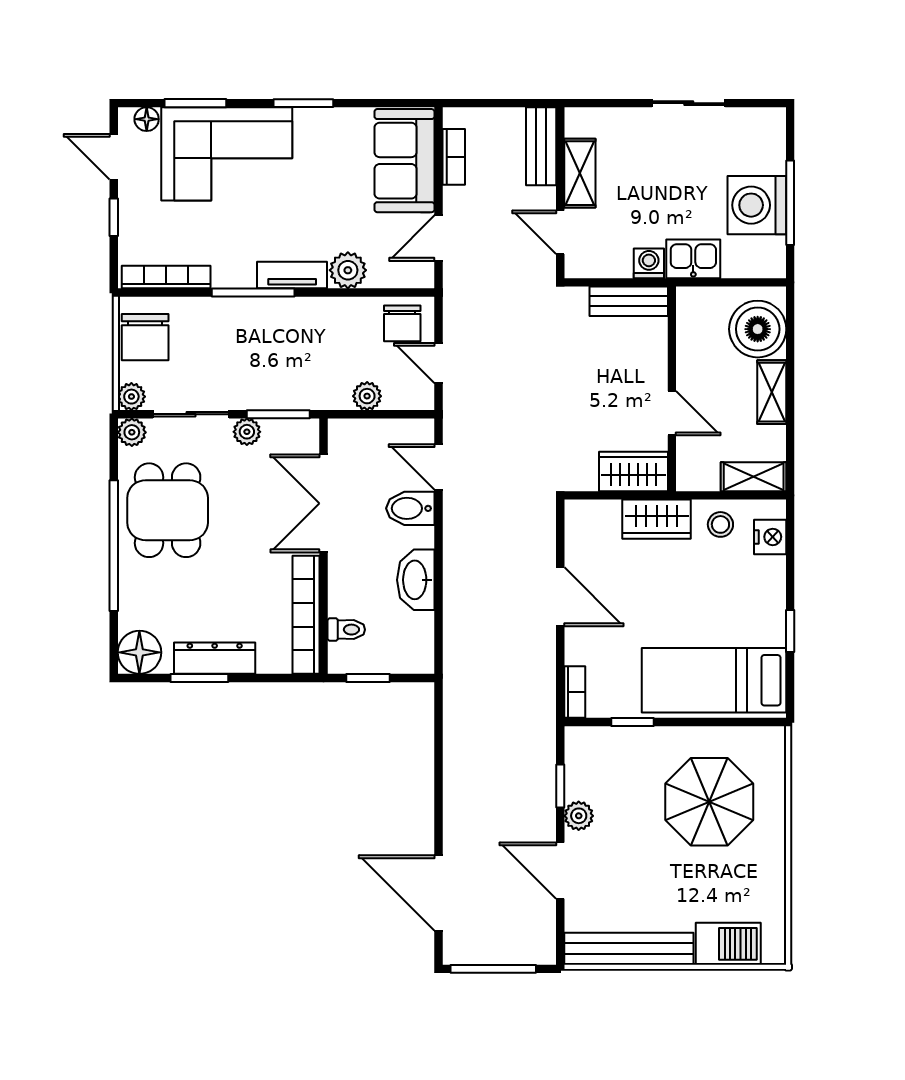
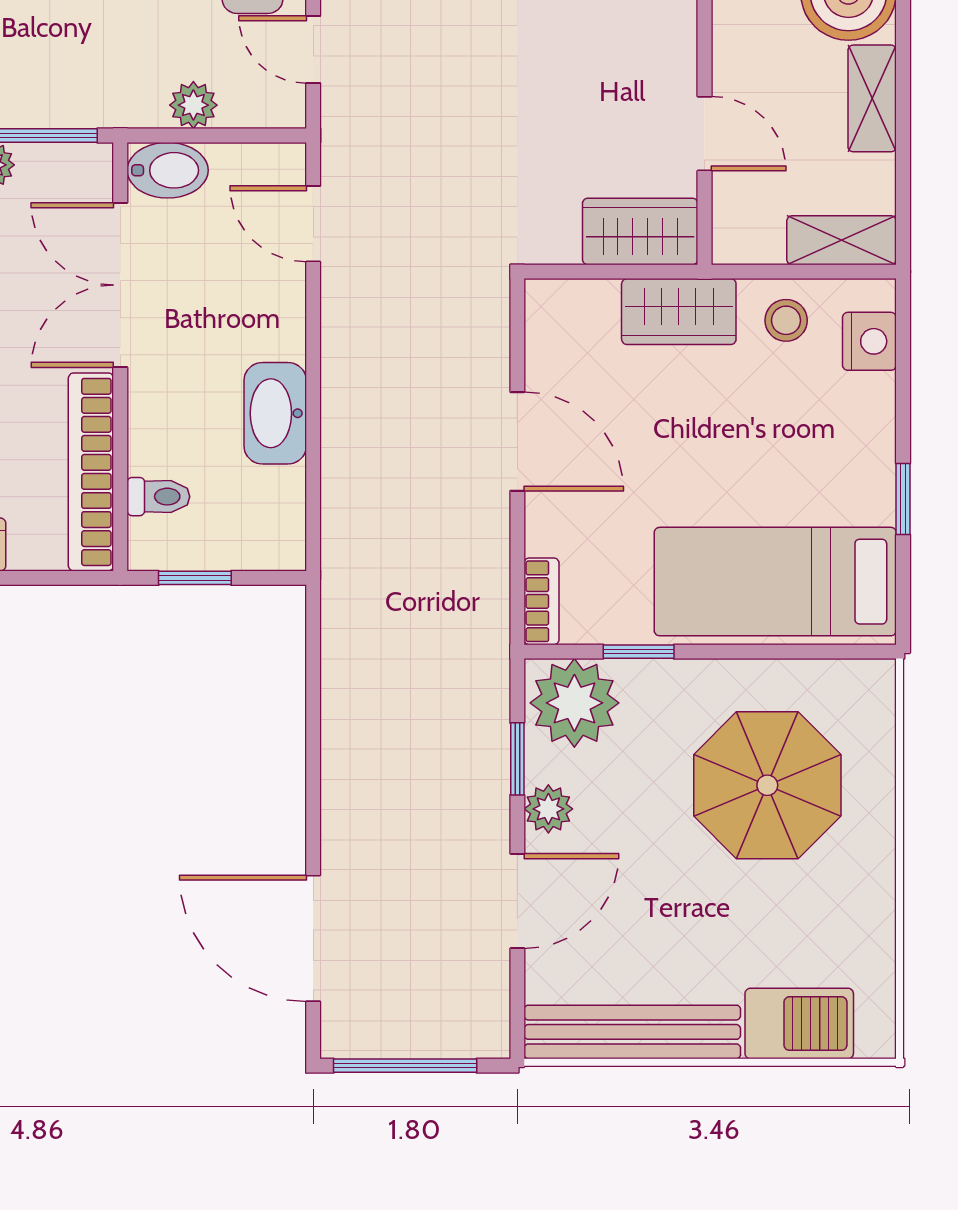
bidet: (410, 508) -> (168, 170), moved, turned 180
plant: (594, 753) -> (574, 703), added
door: (560, 871) -> (517, 901), swing flipped

